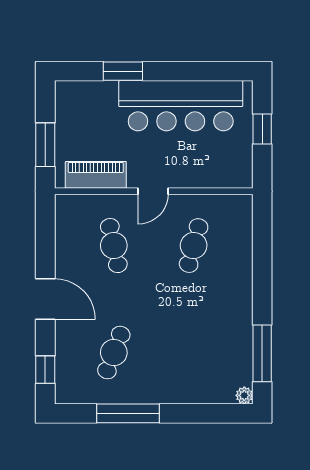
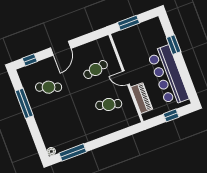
piano: (96, 175) -> (142, 98), moved

